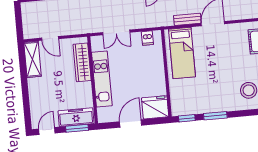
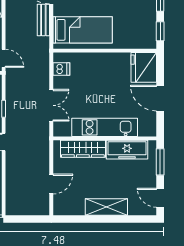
shelving: (33, 59) -> (106, 207), moved
freezer: (76, 117) -> (127, 150), moved, turned -90

